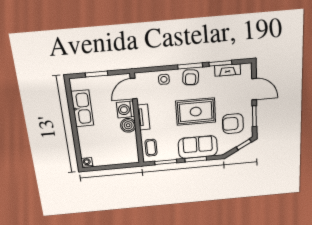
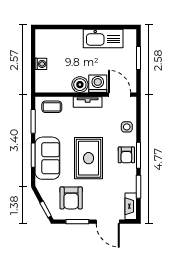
fireplace: (228, 70) -> (131, 206), moved
armchair: (191, 77) -> (126, 155), turned -96
door: (254, 89) -> (108, 222), hinge flipped
armchair: (233, 124) -> (71, 198), turned 180
washing machine: (87, 163) -> (41, 64), moved

